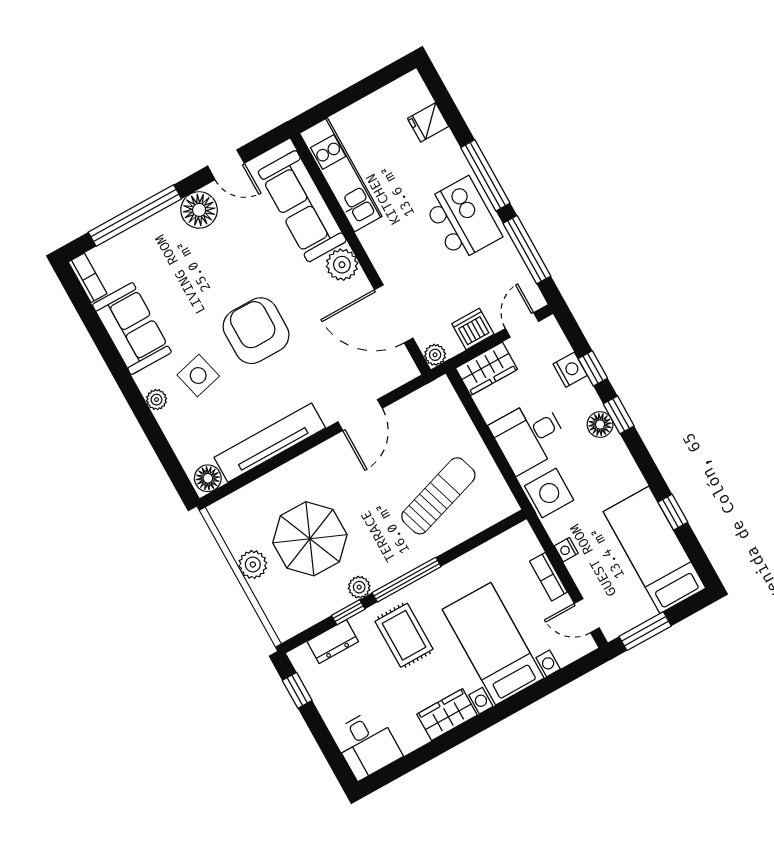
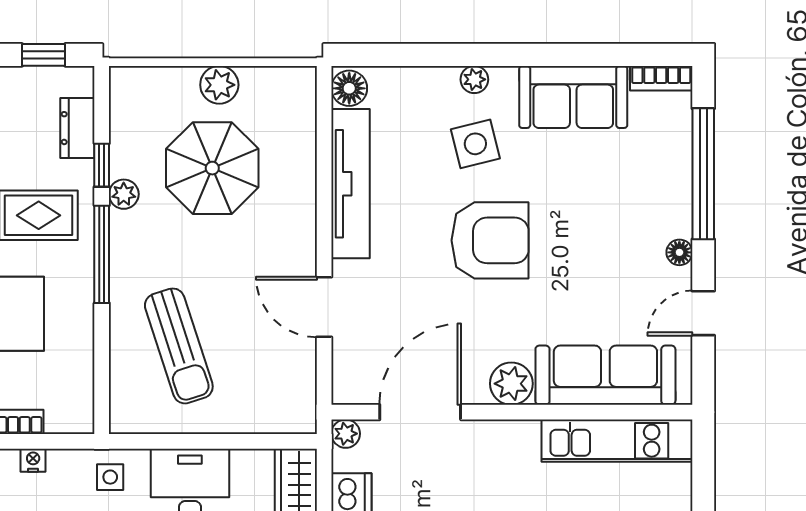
floor lamp: (199, 210) -> (679, 252), width x0.53, depth x0.53
side table: (549, 493) -> (110, 477), width x0.54, depth x0.54

